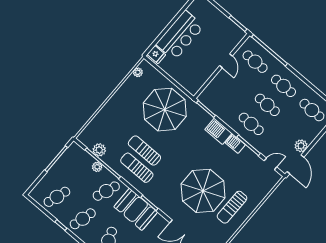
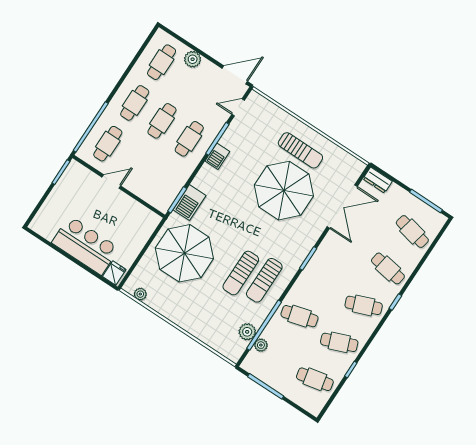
barbecue: (218, 131) -> (189, 203), moved
plant: (301, 146) -> (193, 59), moved
door: (270, 164) -> (238, 107), hinge flipped
plant: (97, 167) -> (261, 345), moved
cafe table: (106, 191) -> (299, 316), turned -36
cafe table: (57, 197) -> (315, 379), turned -30
booth: (136, 209) -> (319, 275), removed
cafe table: (83, 219) -> (339, 342), turned -36

